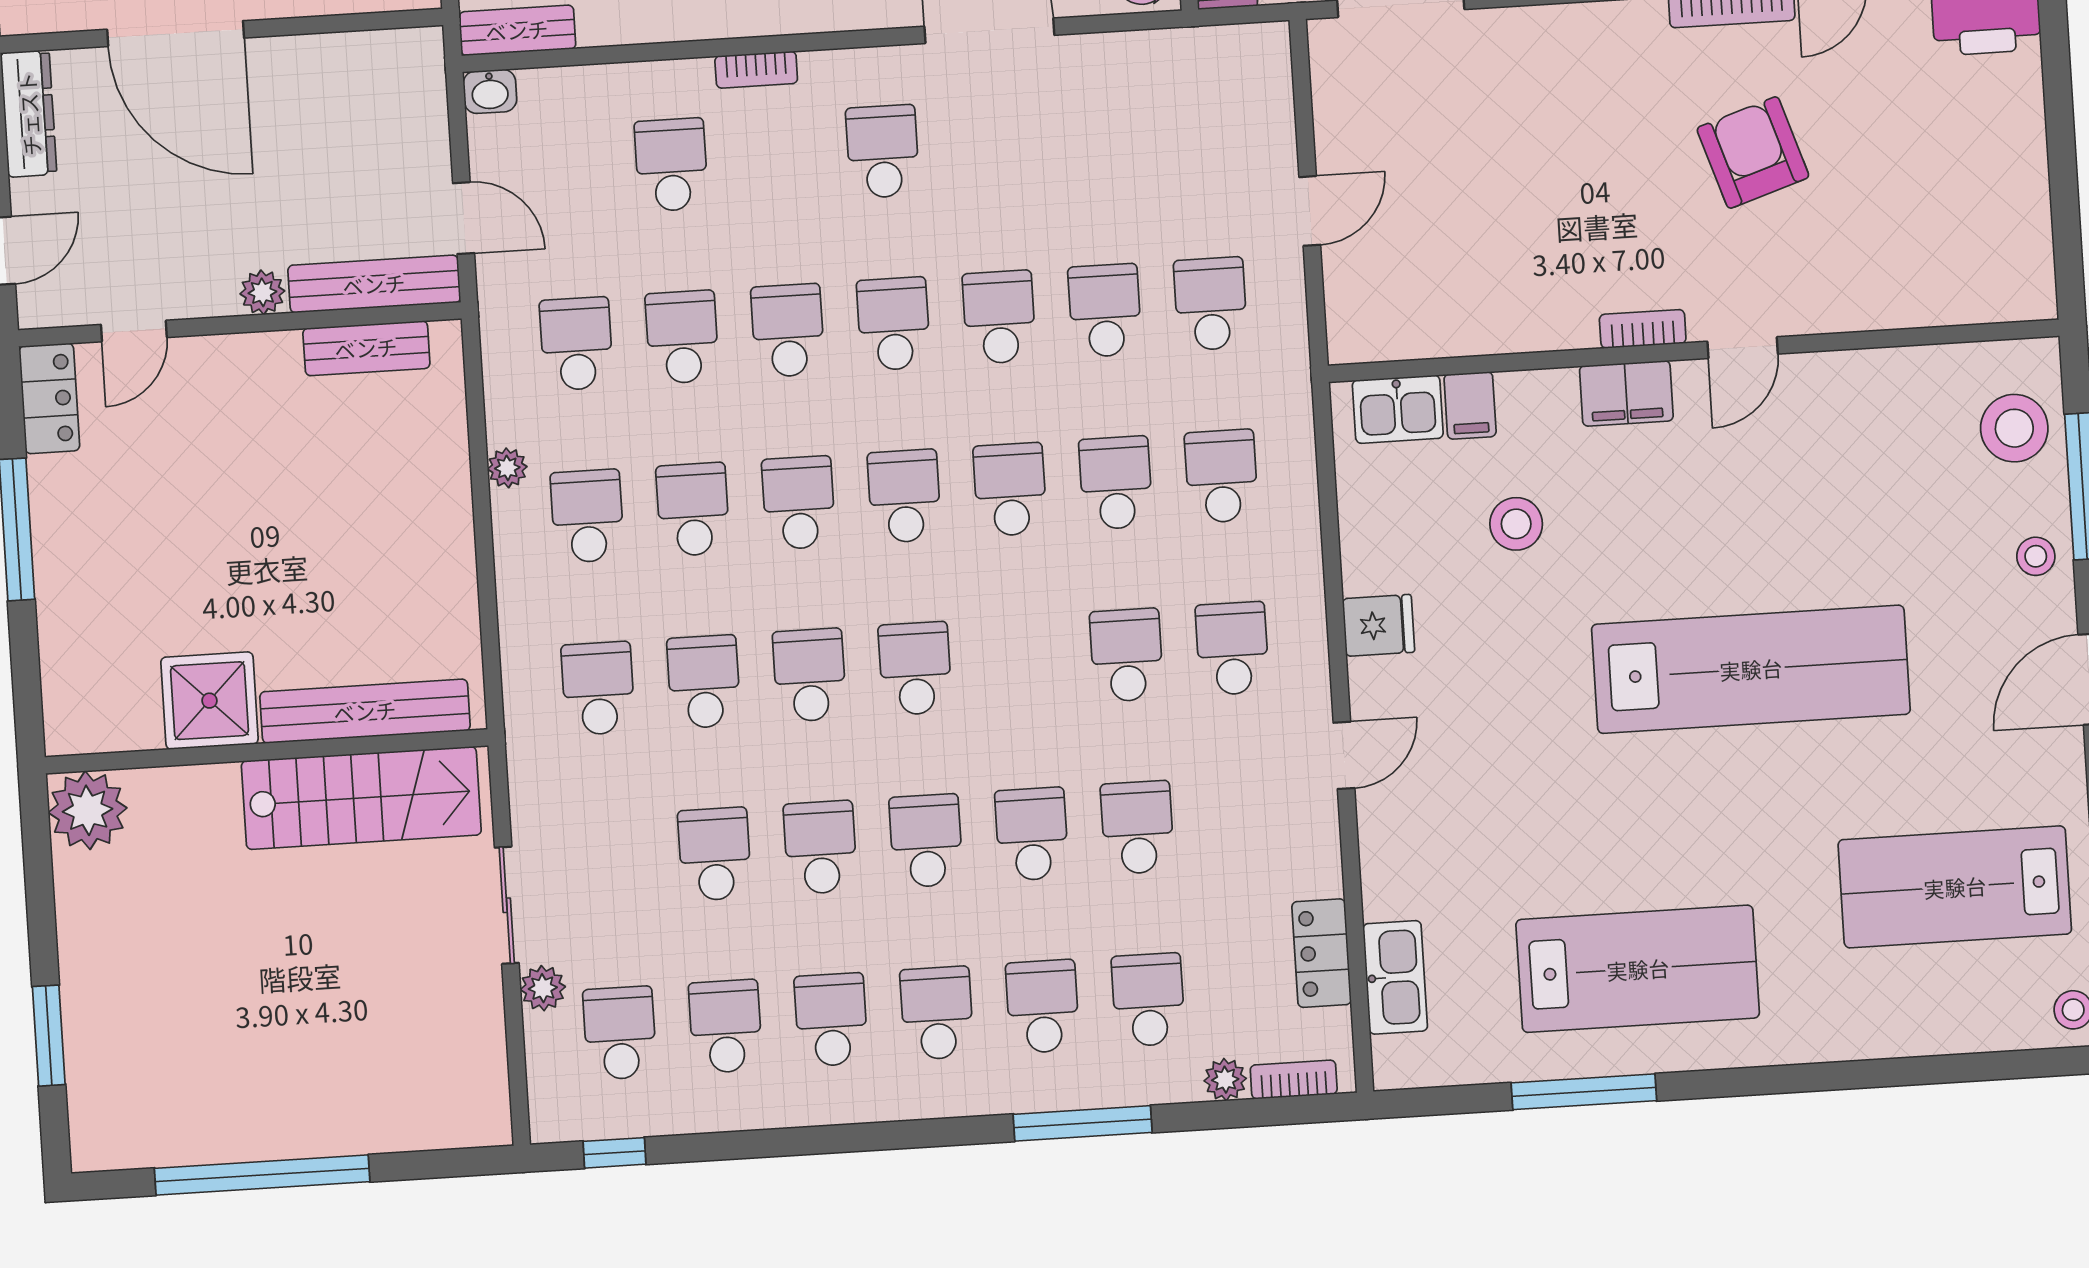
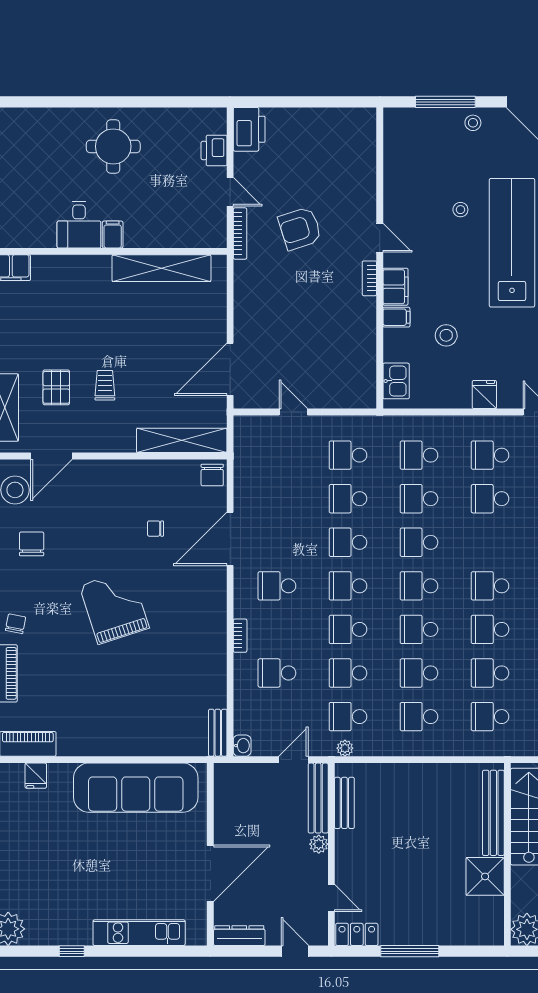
door: (1310, 211) -> (293, 412), moved
filing cabinet: (1470, 405) -> (396, 317), moved
stool: (2014, 428) -> (460, 210), moved, width x0.53, depth x0.53
plant: (507, 468) -> (345, 748), moved

